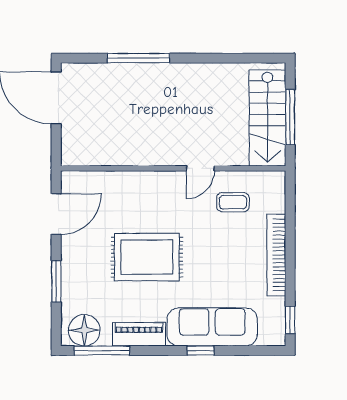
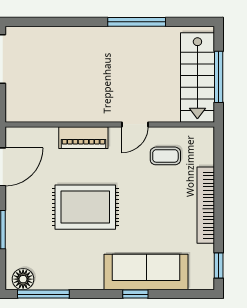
window: (139, 58) -> (137, 22), moved
floor lamp: (84, 330) -> (23, 279), width x0.73, depth x0.73
piano: (139, 334) -> (83, 138), moved, turned 180

